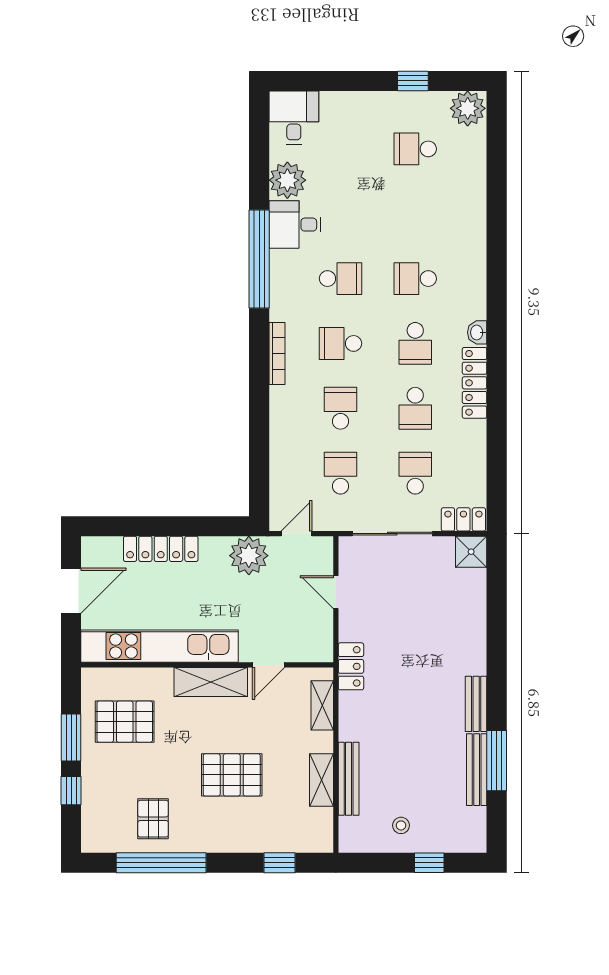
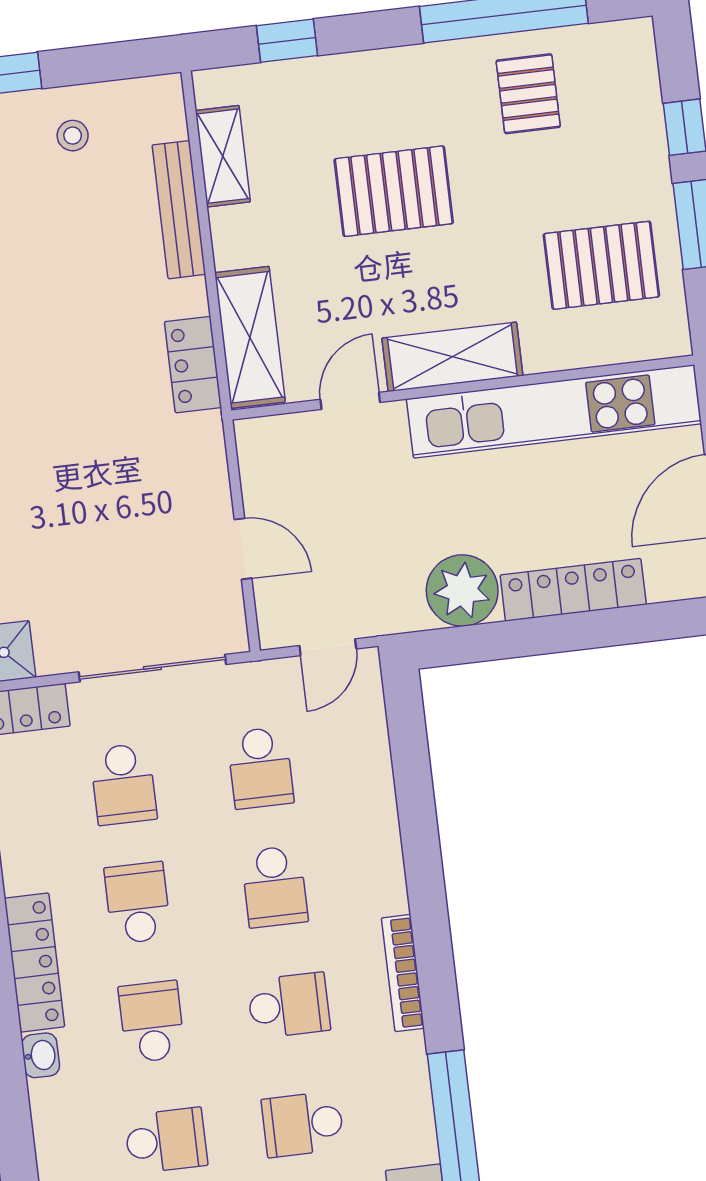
plant: (249, 556) -> (462, 591), moved
locker: (351, 666) -> (193, 365), moved
shelving: (322, 705) -> (250, 337), width x1.50, depth x1.33
shelving: (321, 780) -> (223, 156), moved

